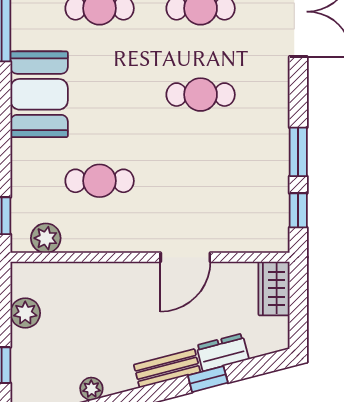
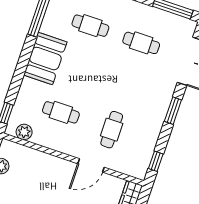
cafe table: (201, 95) -> (112, 130), moved, turned 90
window: (298, 152) -> (173, 111), moved

